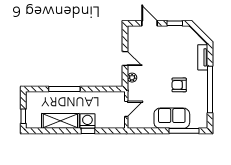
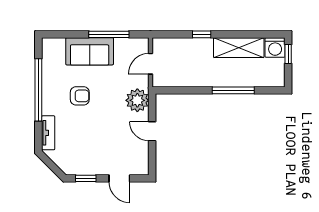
plant: (132, 78) -> (137, 100), width x1.88, depth x1.88
washing machine: (87, 121) -> (275, 47), moved
window: (184, 131) -> (109, 34), moved

